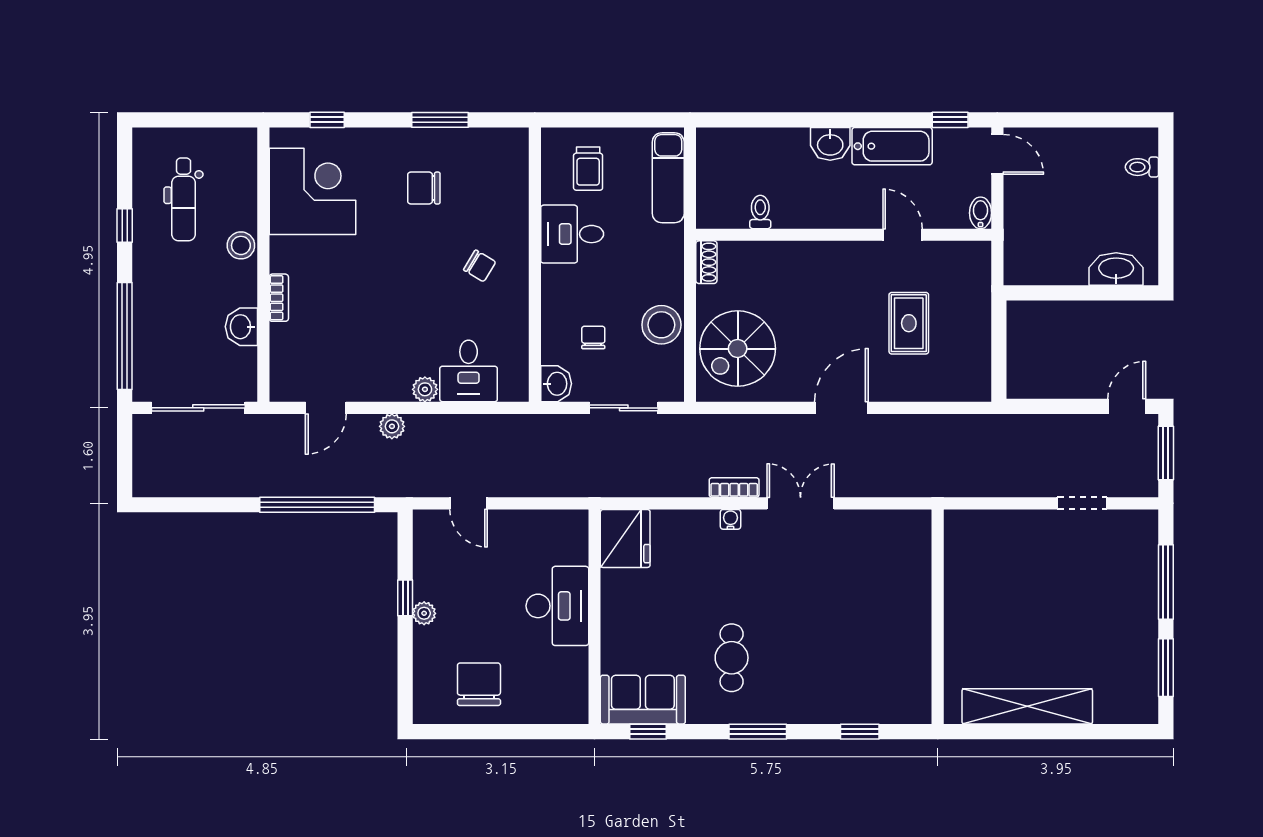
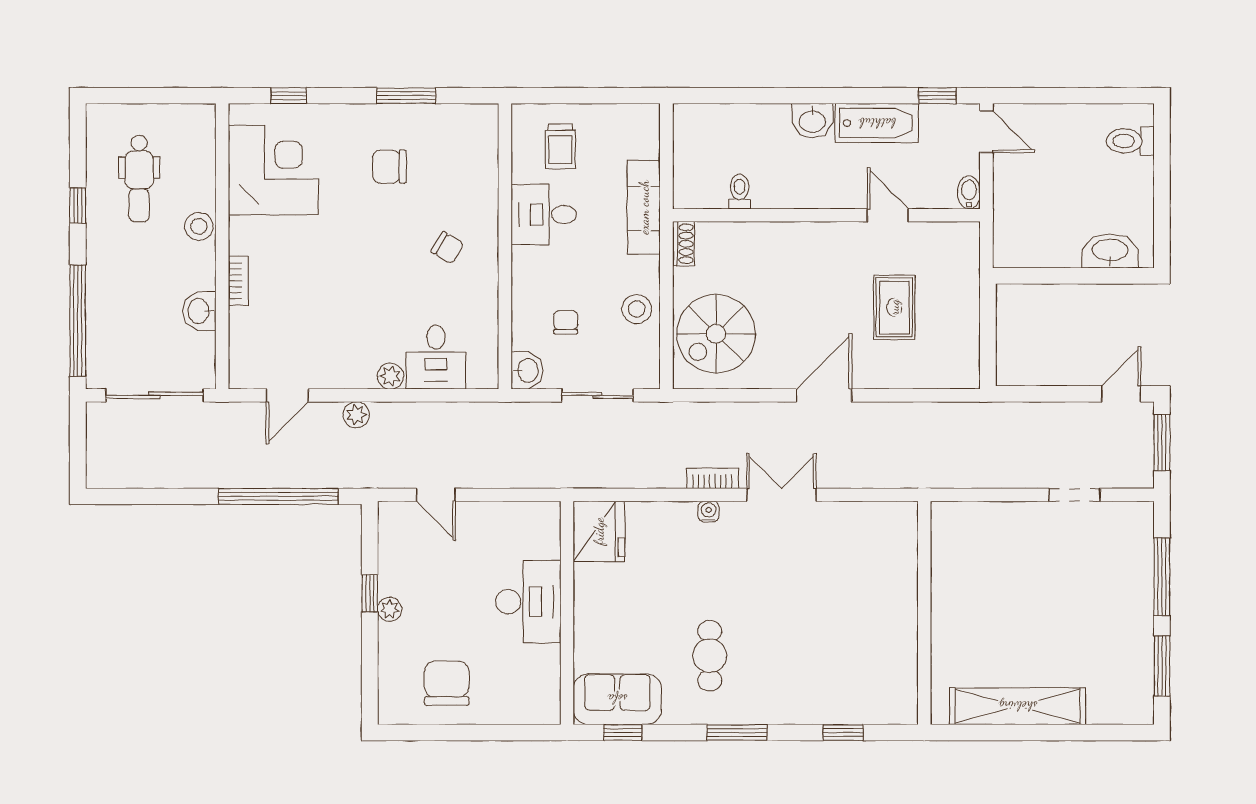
toilet: (1142, 167) -> (1130, 141), width x1.37, depth x1.39
exam couch: (668, 178) -> (644, 207), moved
stool: (661, 325) -> (637, 309), width x0.73, depth x0.73

